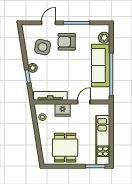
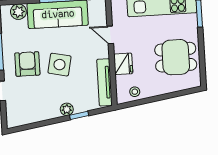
armchair: (67, 42) -> (27, 64), turned 180
side table: (43, 47) -> (60, 65), moved

